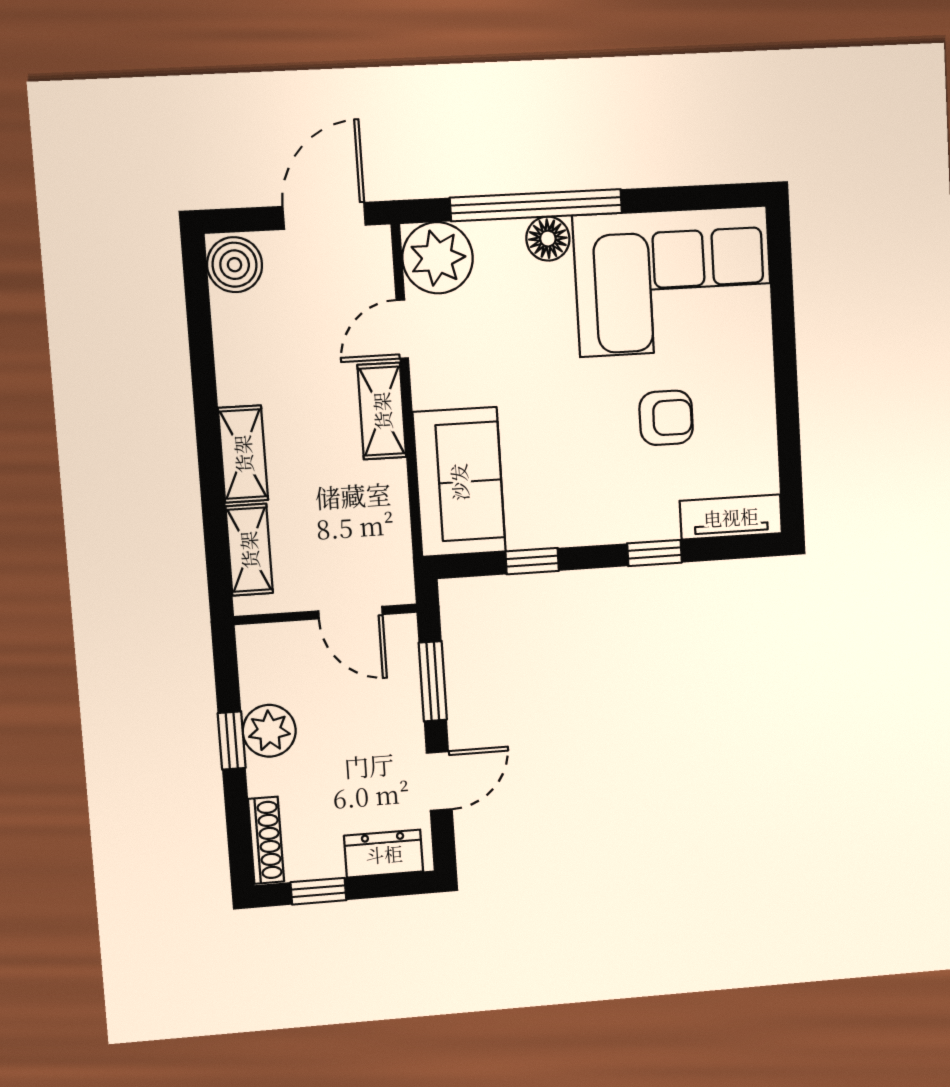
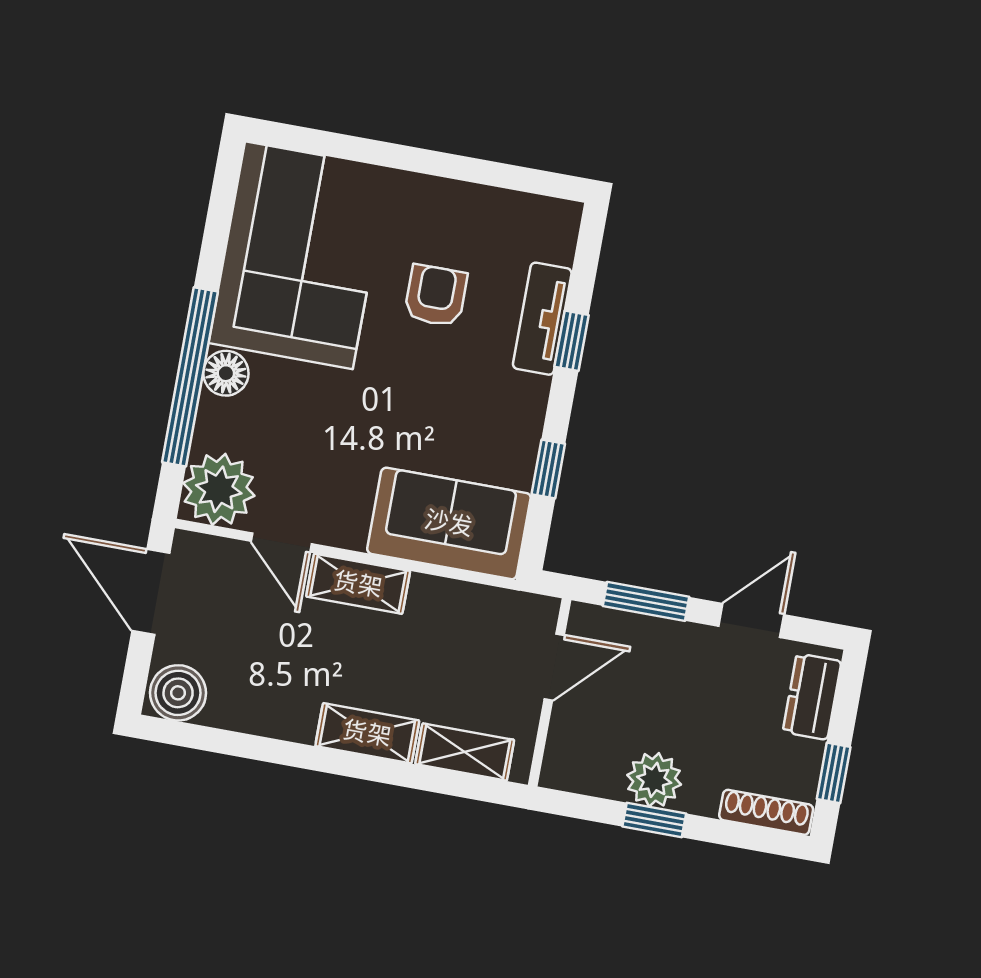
tv unit: (731, 517) -> (542, 319), moved
door: (439, 781) -> (751, 621), hinge flipped

